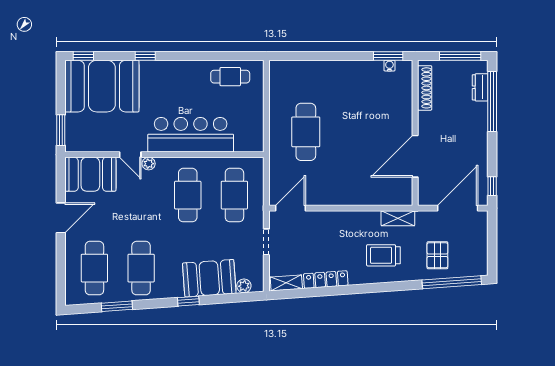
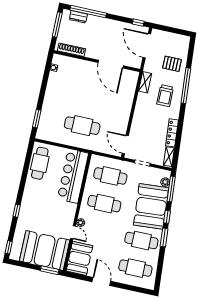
window: (388, 56) -> (37, 119), moved
cafe table: (230, 77) -> (40, 163), width x1.37, depth x1.35
booth: (102, 86) -> (45, 251), moved, turned 90
bar counter: (191, 135) -> (73, 176), moved
door: (130, 155) -> (73, 232), hinge flipped
booth: (209, 278) -> (151, 206), width x1.36, depth x1.42
window: (452, 282) -> (186, 86), moved
window: (235, 298) -> (171, 189), added
window: (117, 306) -> (164, 237), moved

